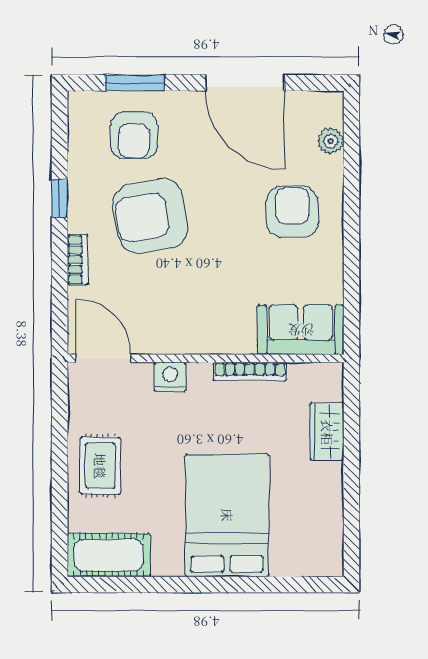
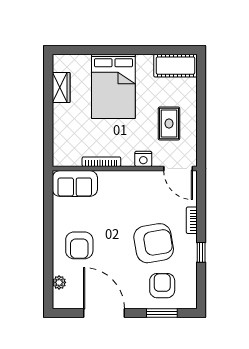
wardrobe: (327, 432) -> (61, 88), moved
rug: (100, 466) -> (169, 124), moved

